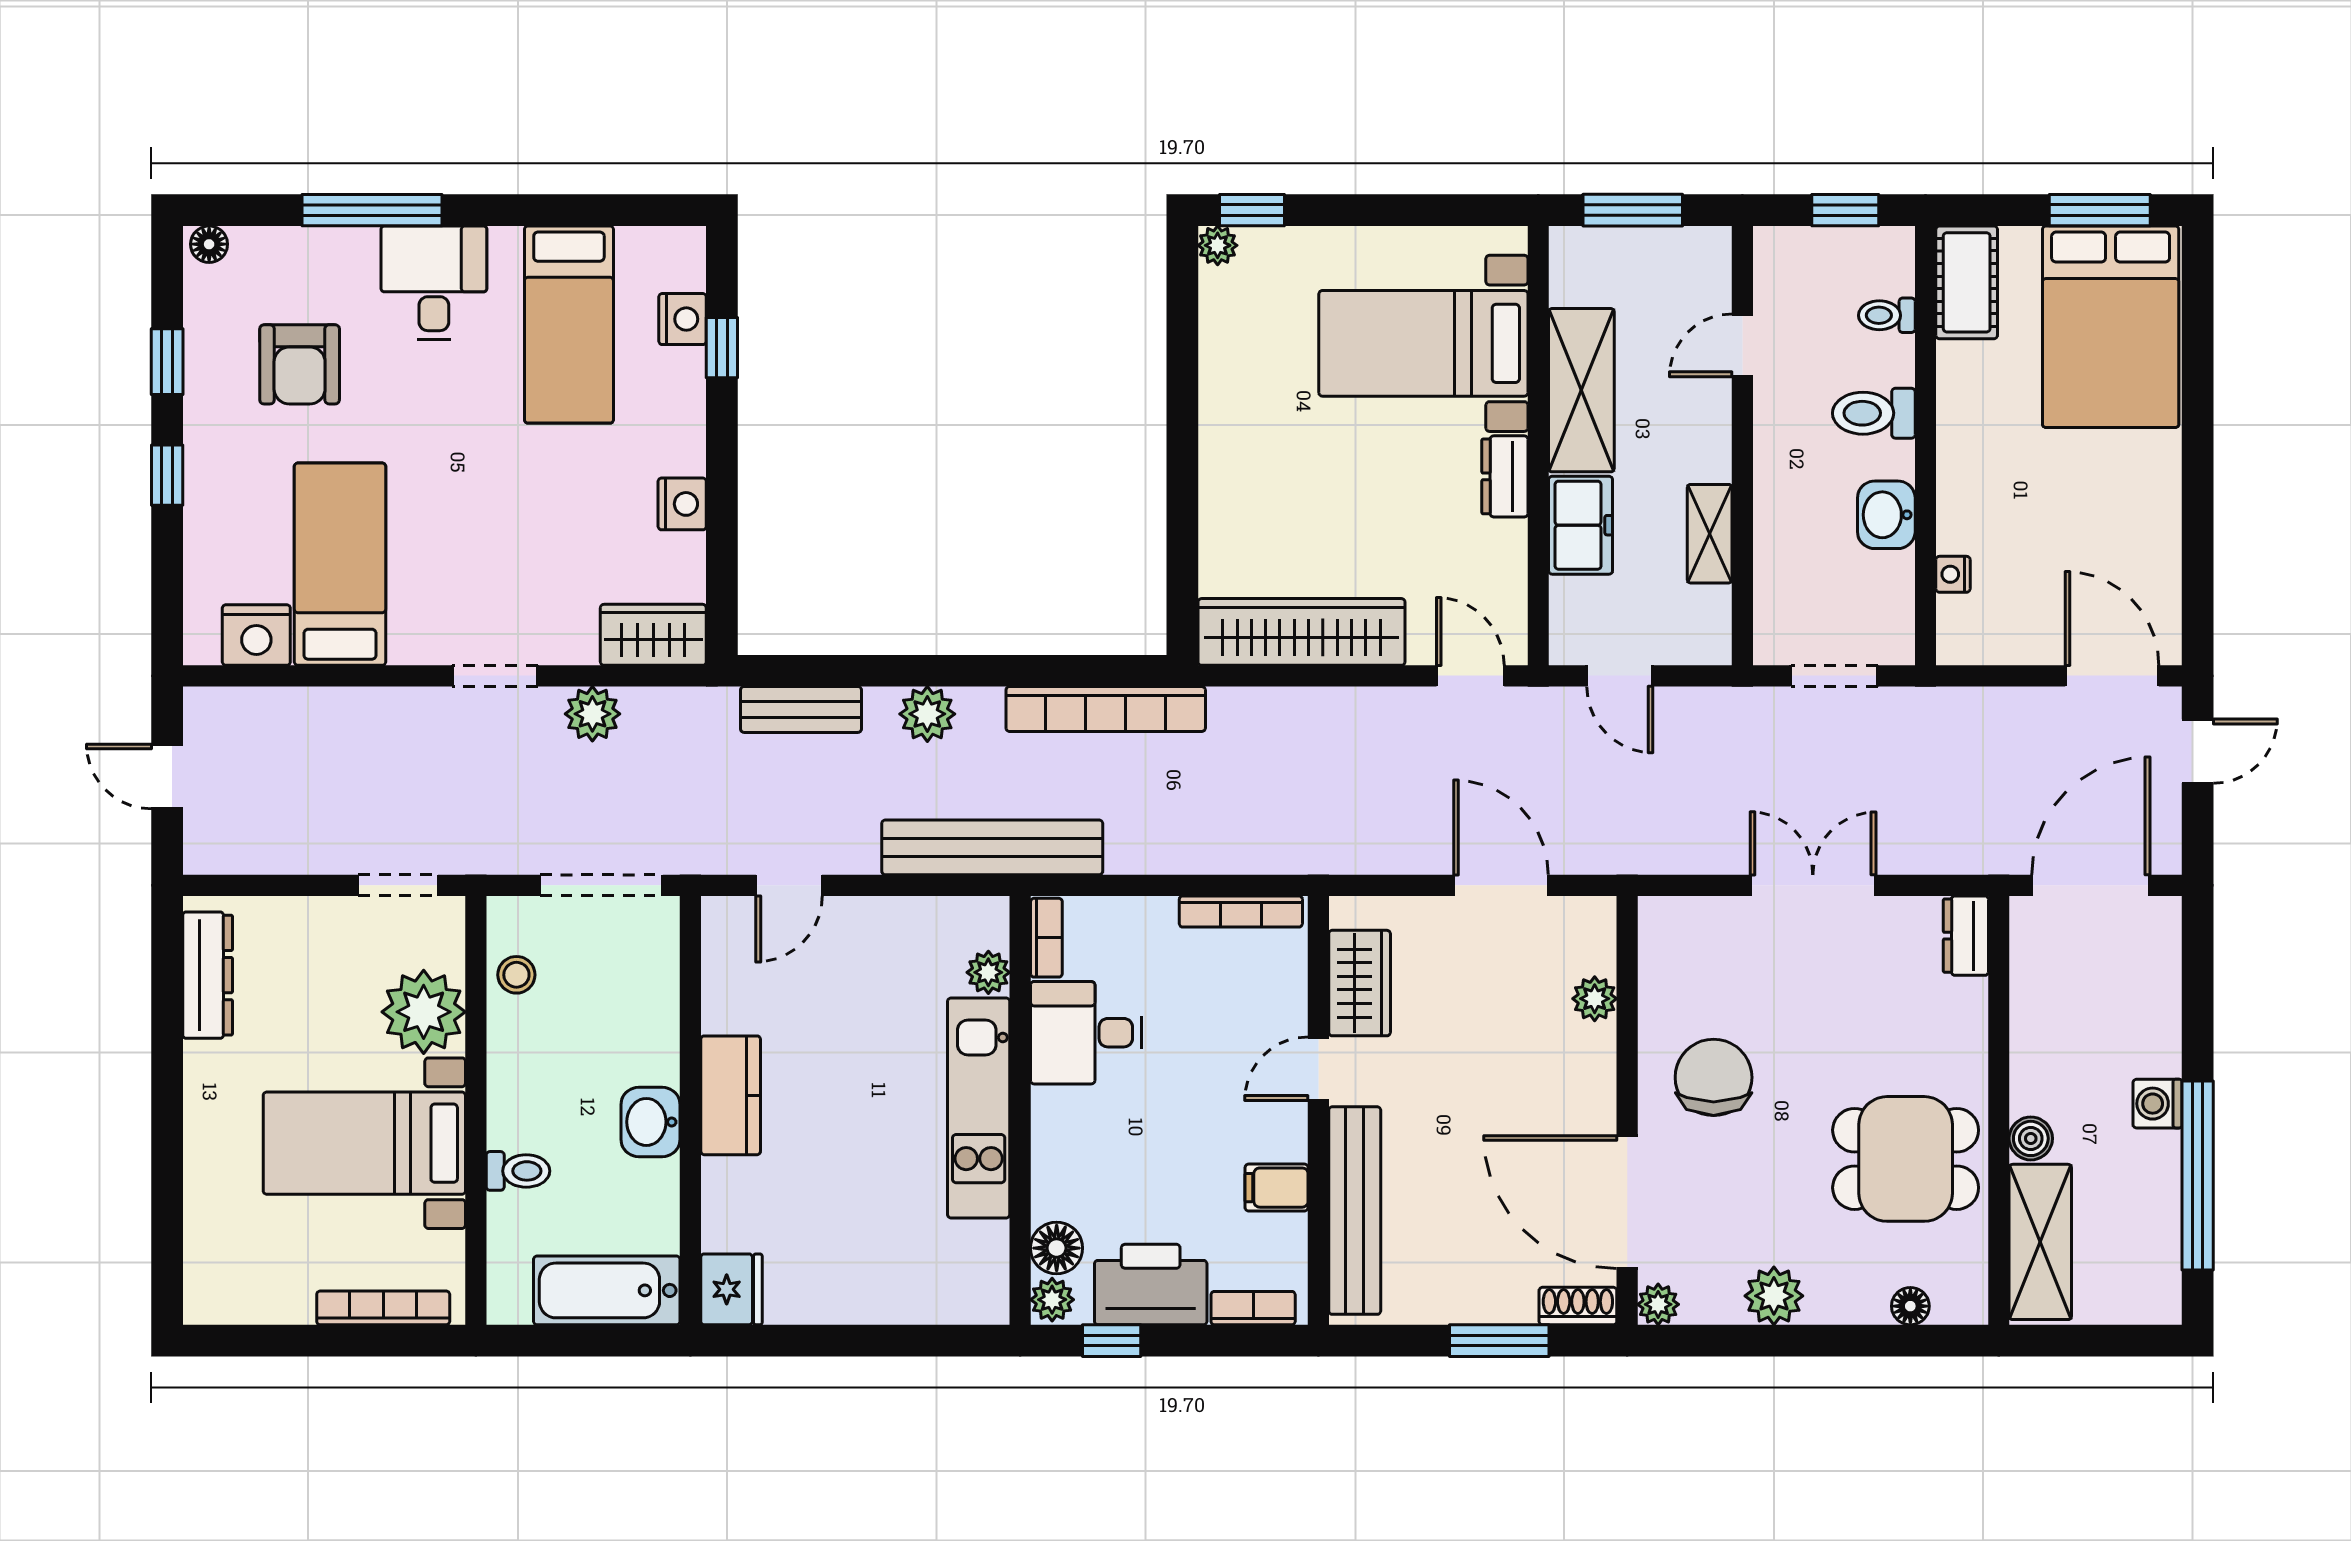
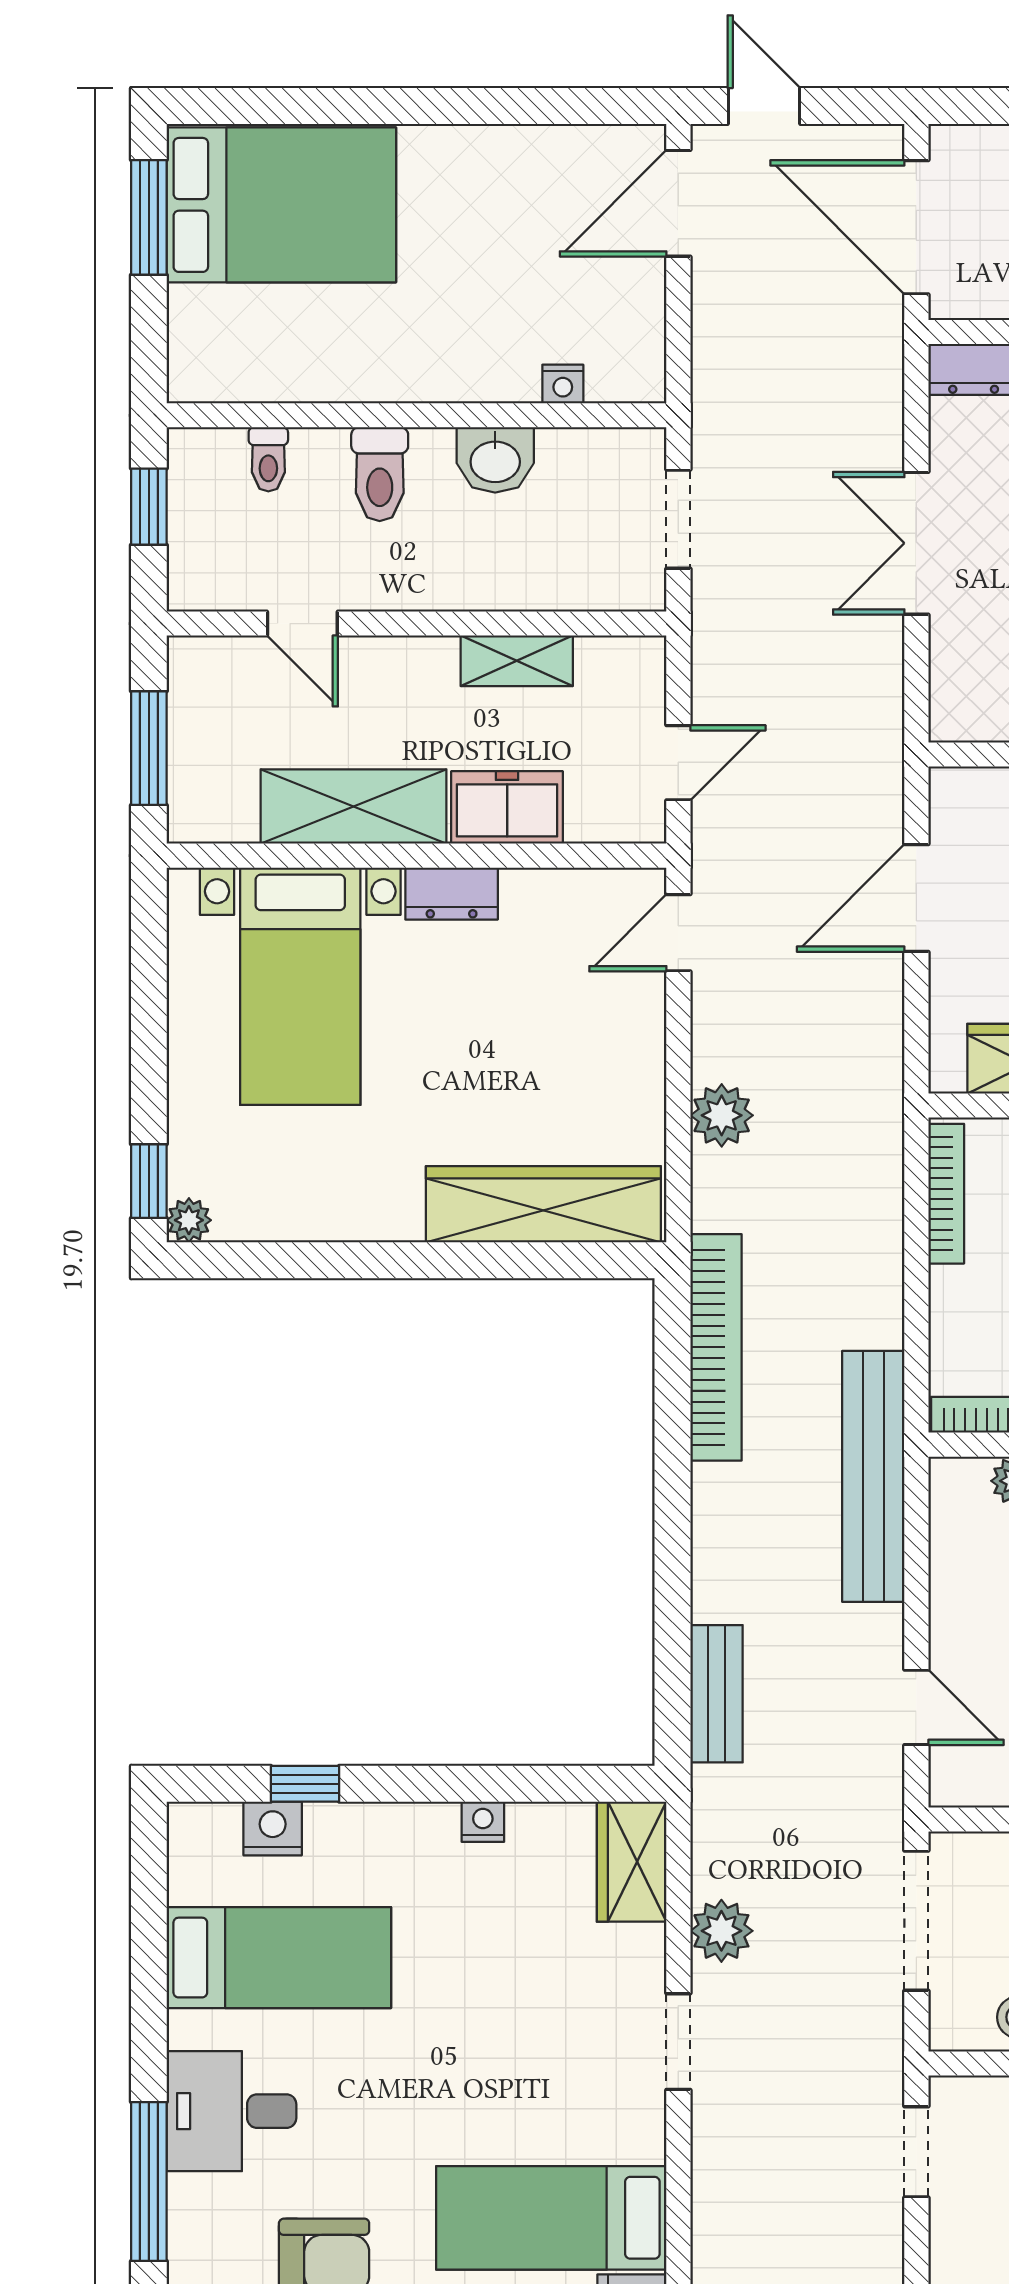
cot: (1967, 282) -> (231, 369), removed
nightstand: (682, 504) -> (483, 1822), width x0.72, depth x0.74
wardrobe: (1301, 632) -> (543, 1204), moved, turned 90
plant: (927, 714) -> (722, 1115), moved

